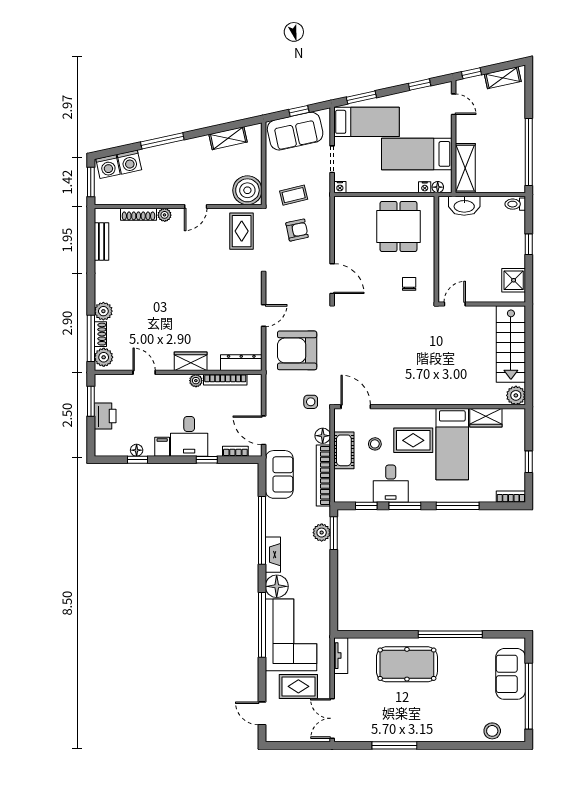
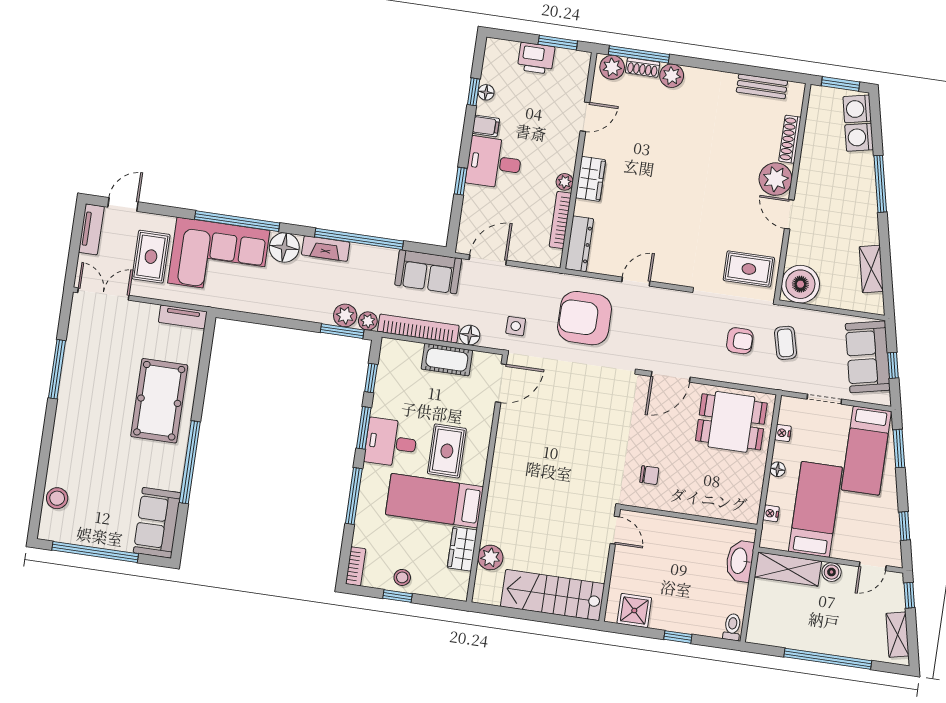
boiler: (463, 135) -> (832, 572), added
window: (529, 152) -> (828, 659), moved
nightstand: (340, 187) -> (783, 433), moved
floor lamp: (438, 187) -> (778, 469), moved
plant: (165, 215) -> (776, 179), width x1.87, depth x1.87
dining table: (398, 227) -> (731, 422), moved
armchair: (297, 230) -> (740, 341), turned -78
door: (264, 315) -> (636, 282), swing flipped
armchair: (297, 350) -> (585, 318), turned -90
plant: (516, 395) -> (490, 557), moved
stool: (375, 444) -> (402, 577), moved
bookcase: (235, 451) -> (466, 220), removed
desk: (391, 484) -> (391, 443), moved
plant: (323, 515) -> (368, 321), added
sofa: (511, 674) -> (157, 523), moved, turned -90
tv unit: (284, 735) -> (91, 229), added

